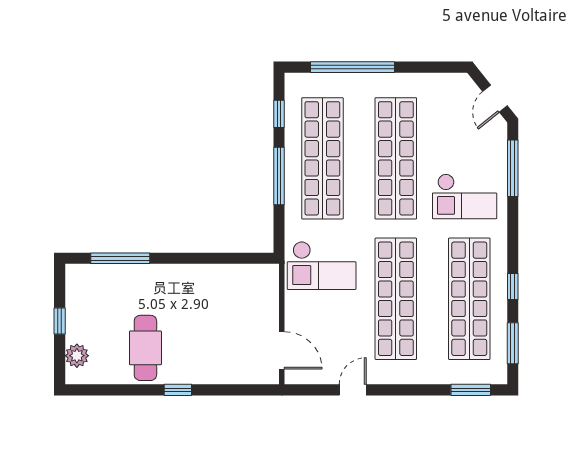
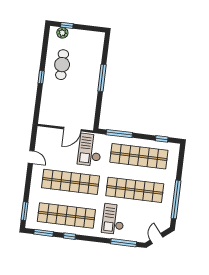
window: (353, 67) -> (176, 199), moved
door: (495, 99) -> (157, 239), hinge flipped
window: (279, 176) -> (119, 134), moved
window: (120, 258) -> (102, 78), moved
window: (60, 321) -> (67, 25), moved
cafe table: (145, 348) -> (62, 65), turned 90
door: (282, 350) -> (72, 129), moved

